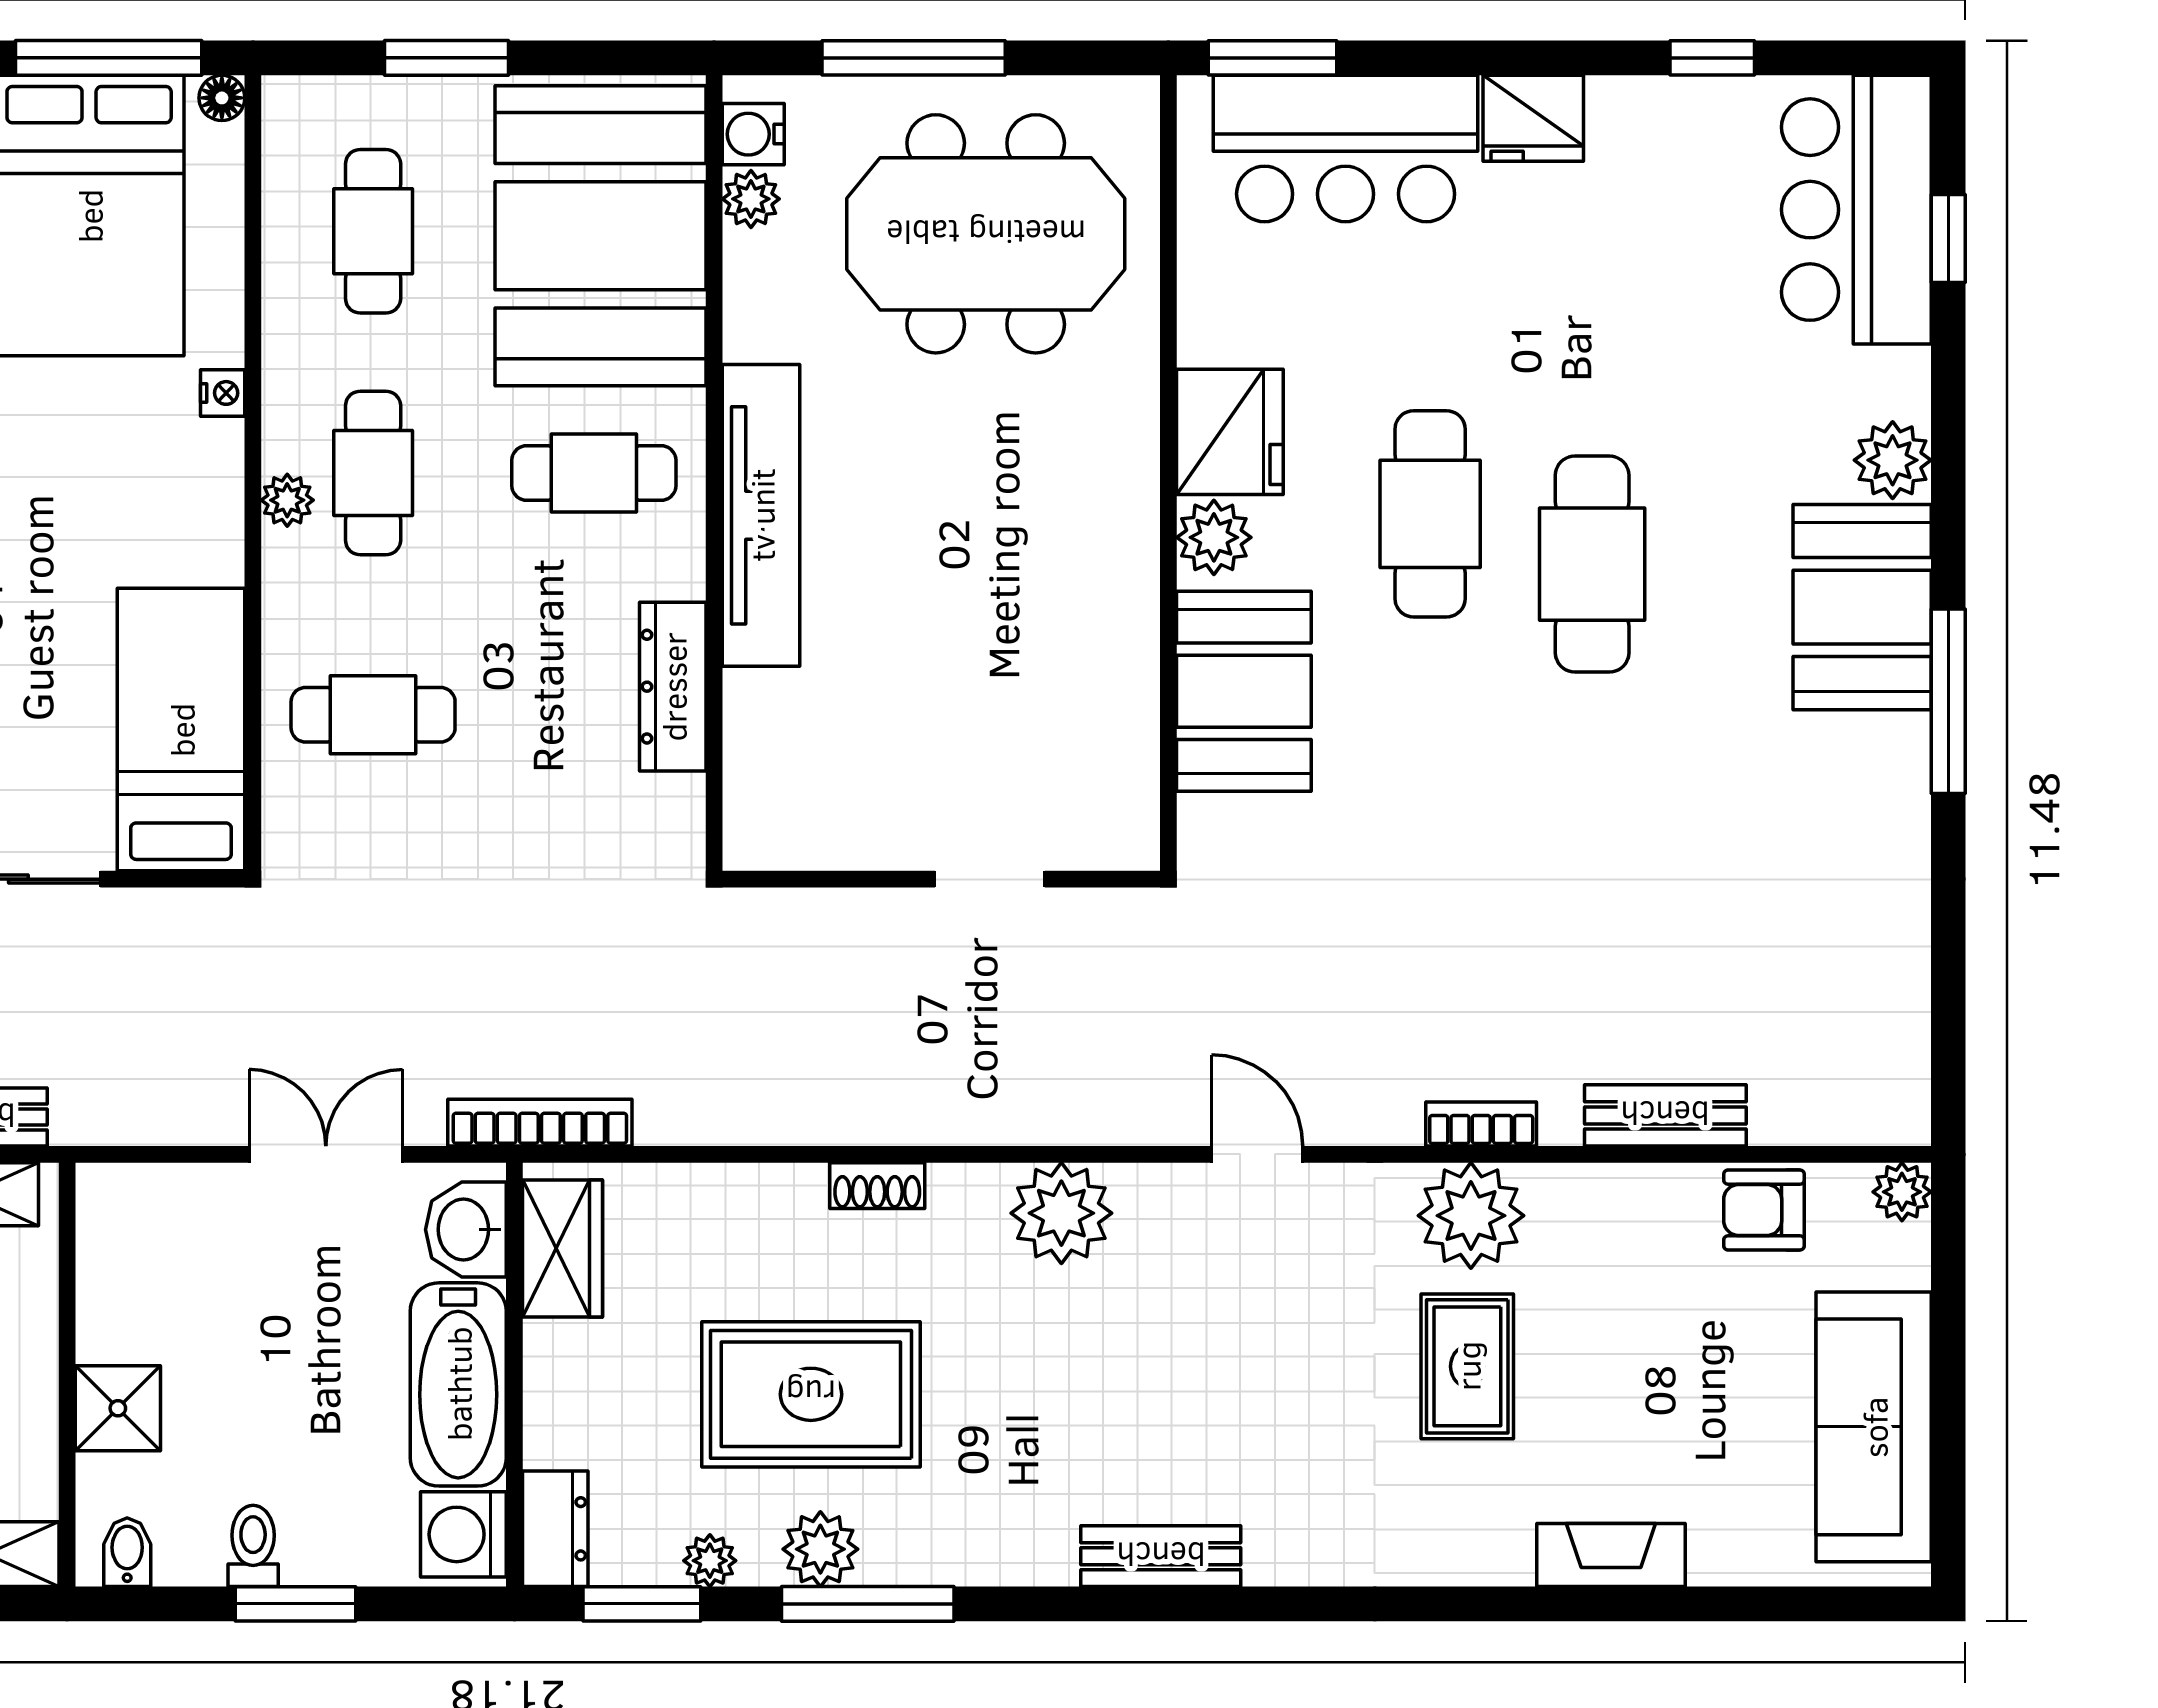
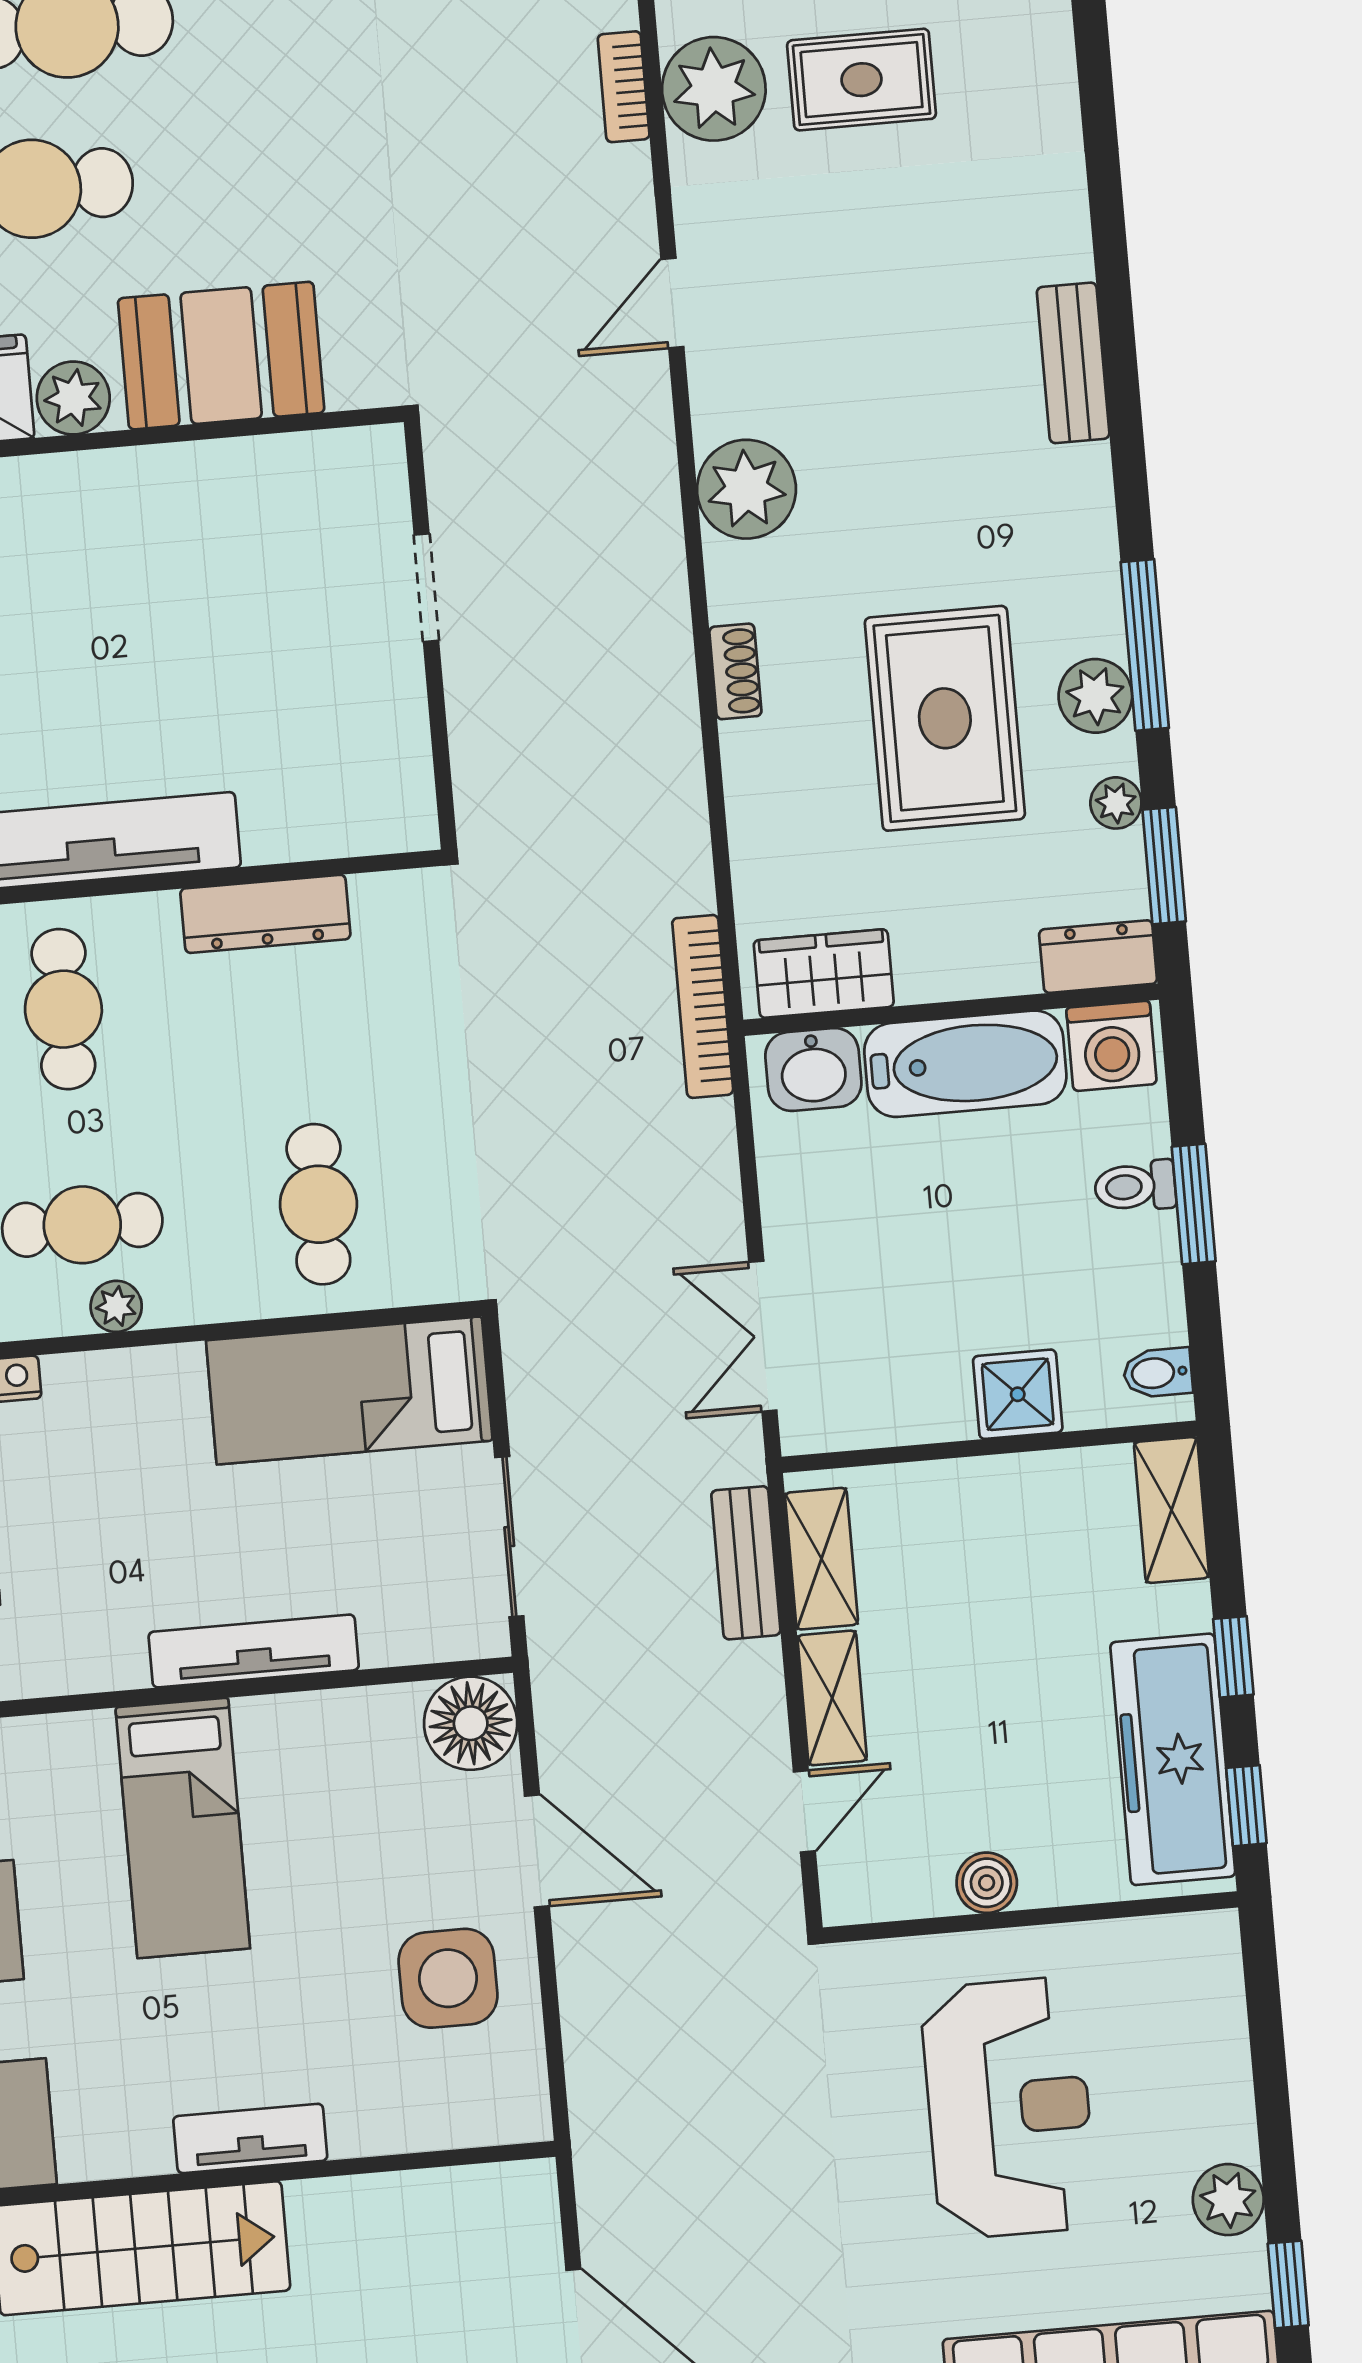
double door: (326, 1154) -> (763, 1336), moved
toilet: (253, 1546) -> (1135, 1186), moved

